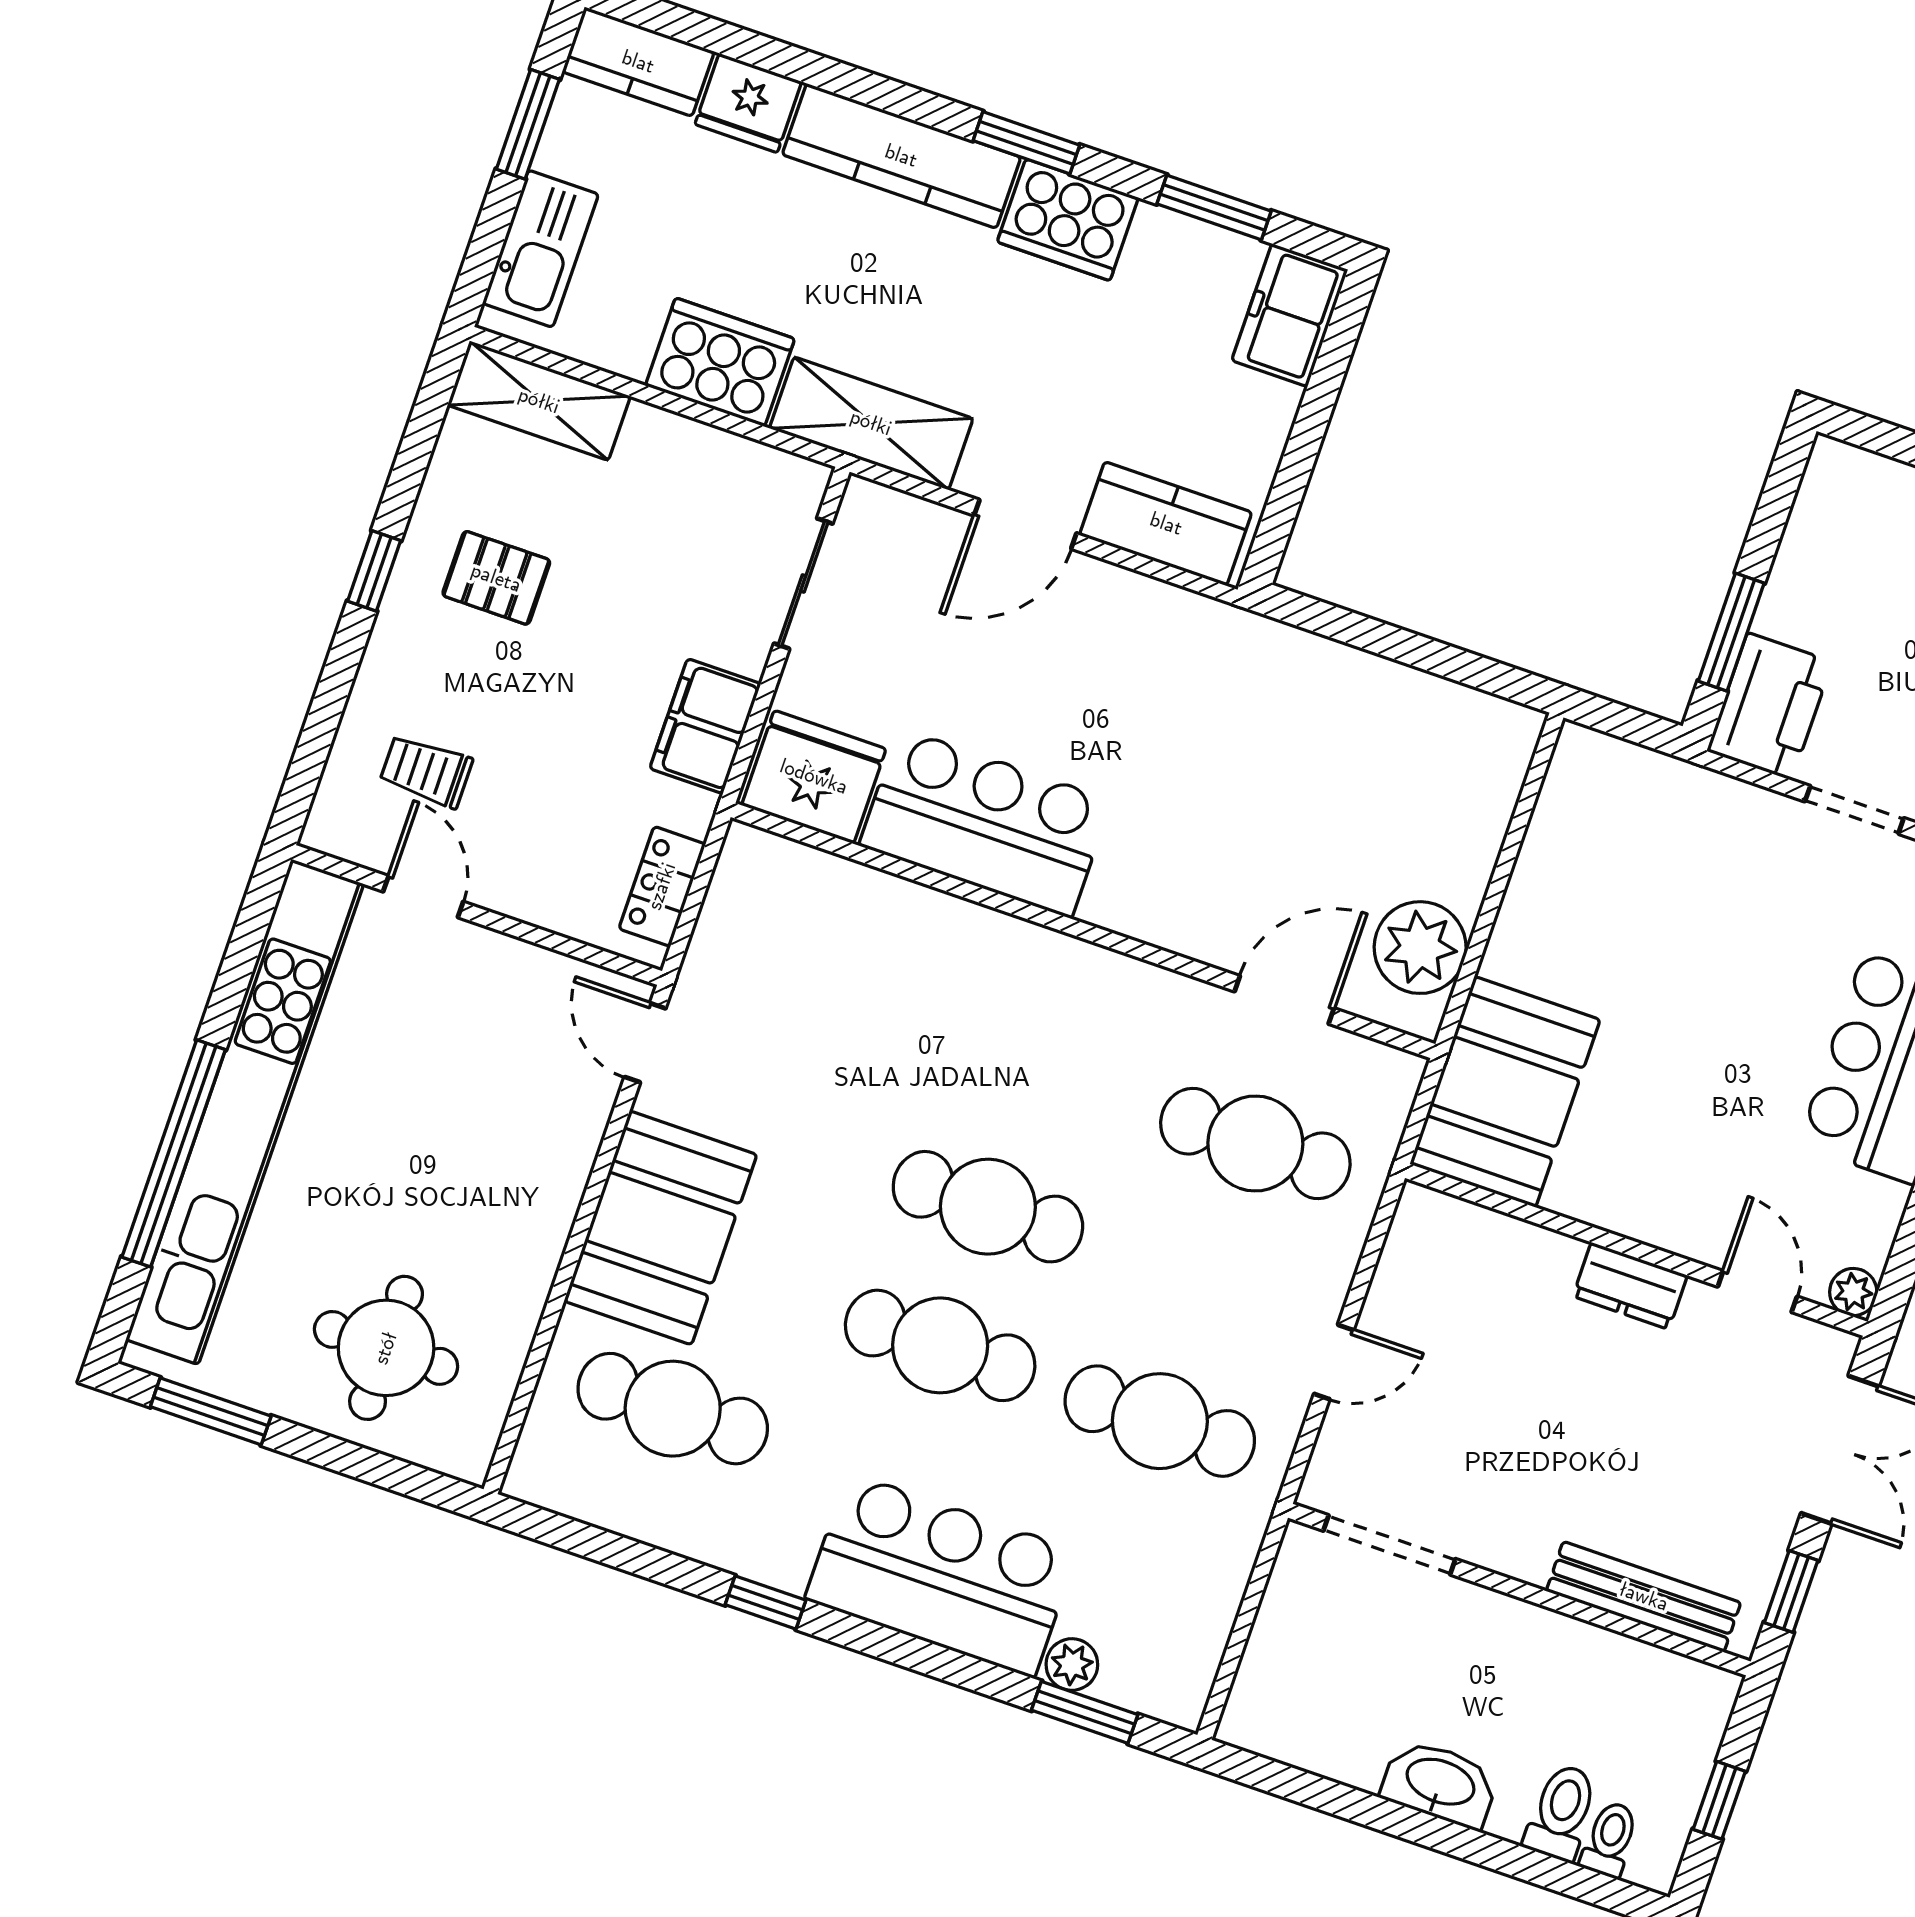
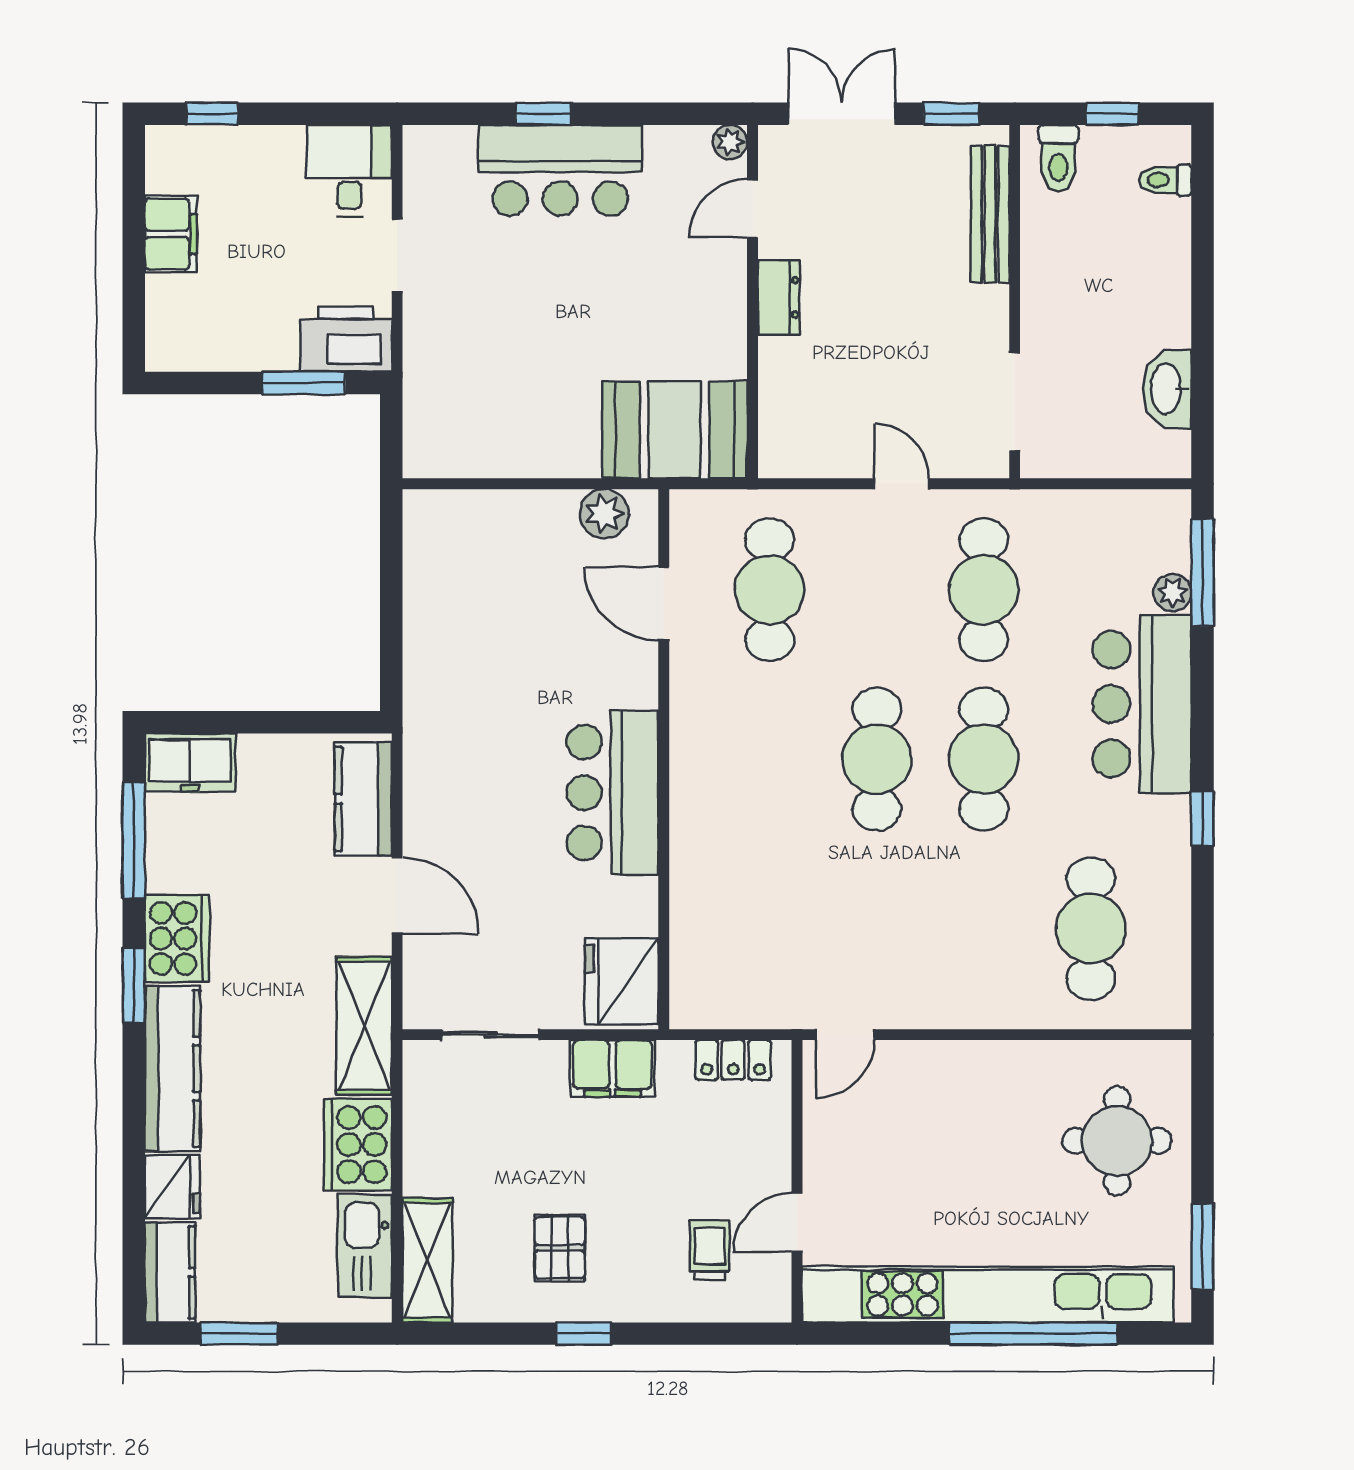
window: (1214, 207) -> (134, 841), width x1.44
kitchen sink: (541, 249) -> (365, 1246), moved, turned -90
trolley: (426, 771) -> (710, 1250), turned 180
bar counter: (985, 823) -> (613, 793), moved
plant: (1420, 948) -> (604, 514), width x0.73, depth x0.73
booth: (661, 1228) -> (969, 980), removed
window: (1085, 1712) -> (1203, 572), width x1.44
washbasin: (1440, 1784) -> (1167, 389), moved
toilet: (1561, 1812) -> (1058, 158), moved, turned -90

